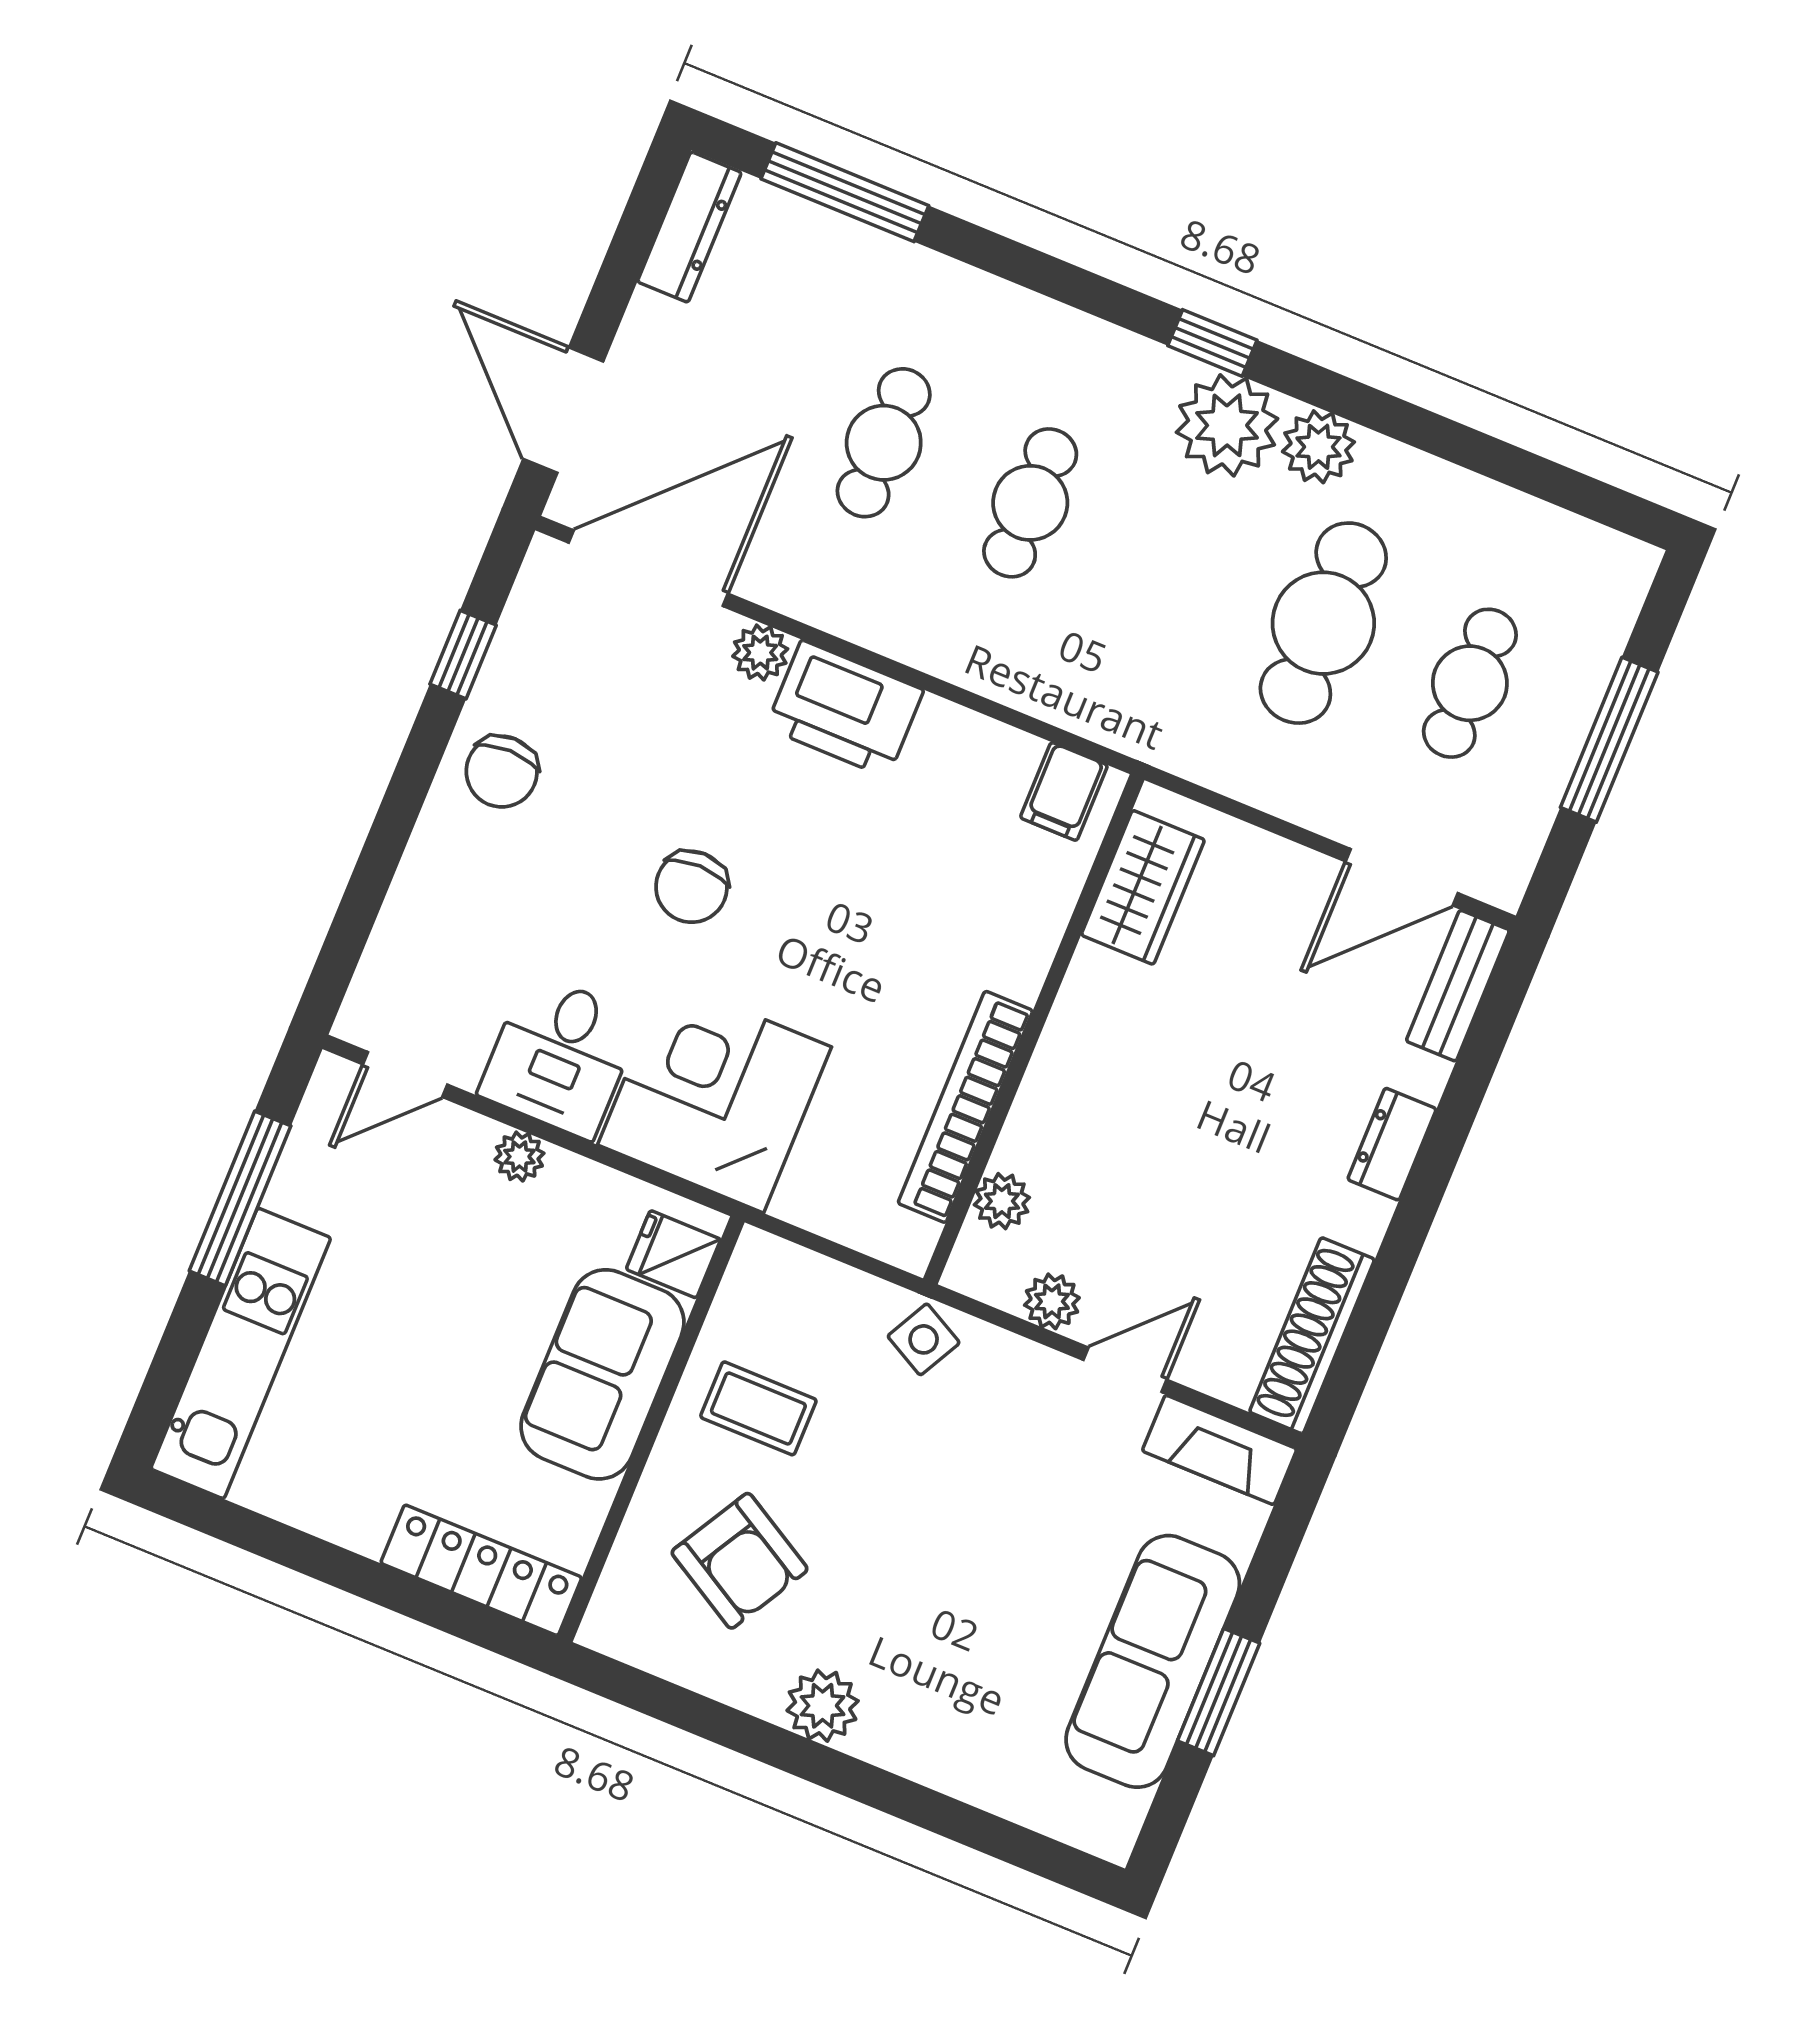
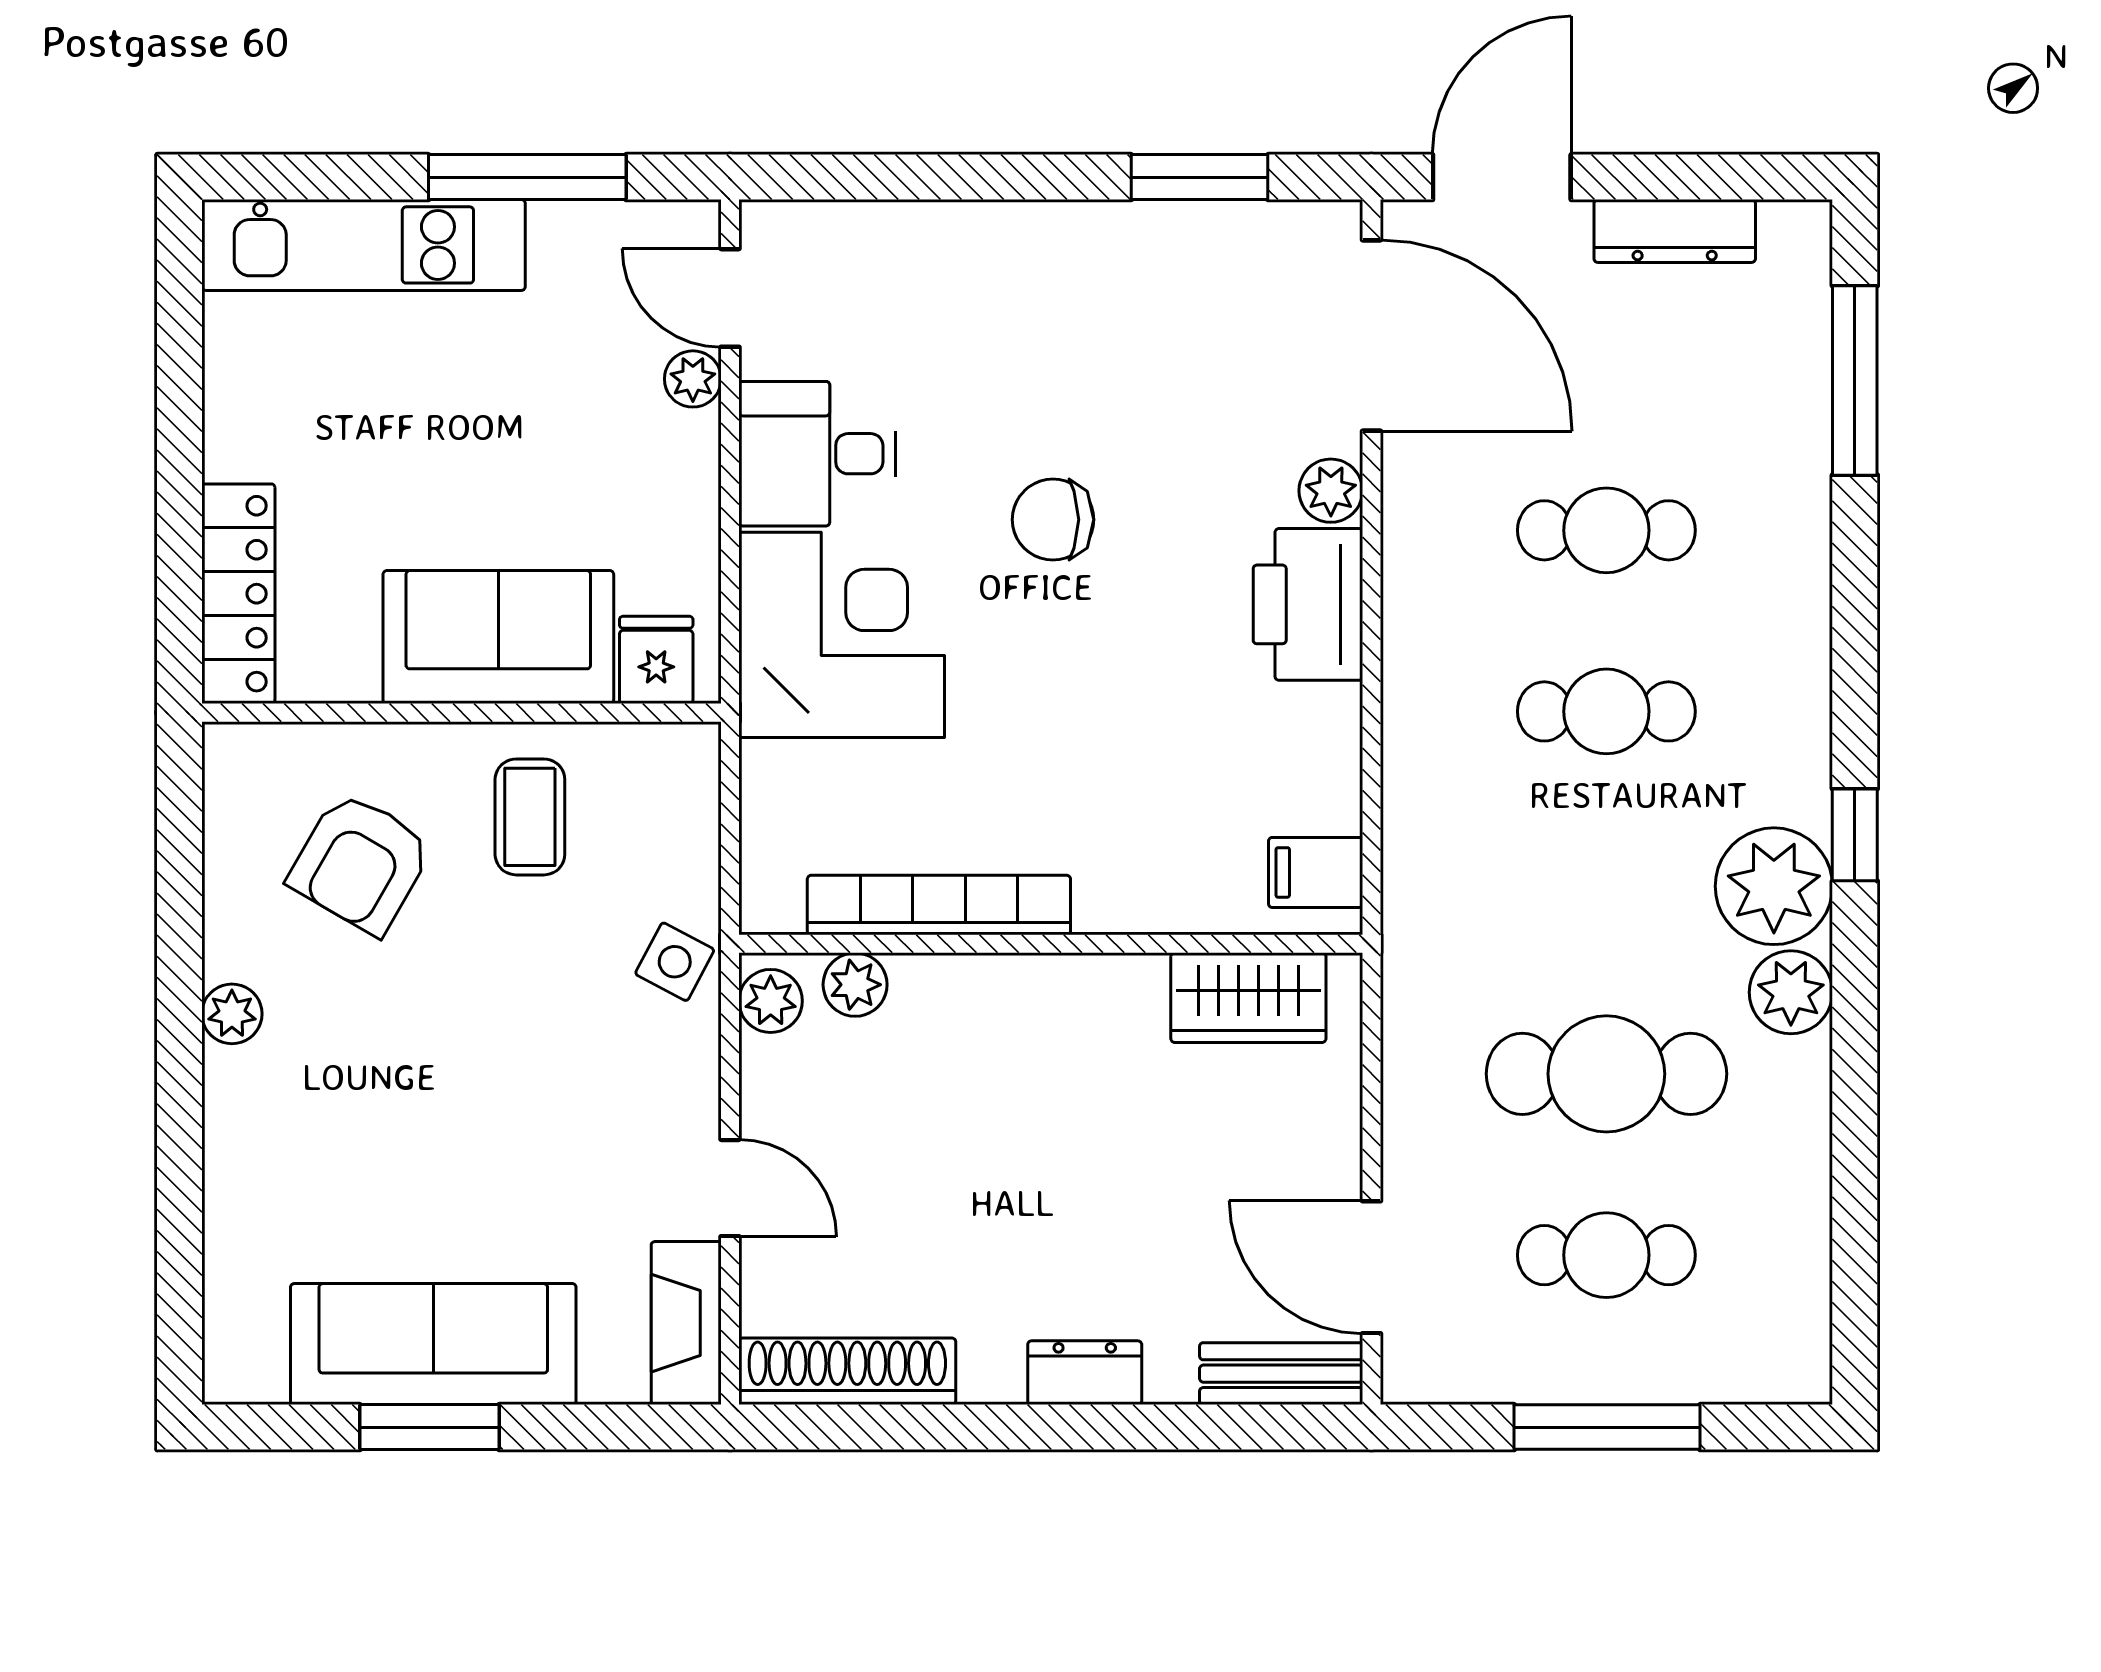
dresser: (689, 227) -> (1675, 231), moved
window: (463, 655) -> (1200, 177), width x1.50
chair: (502, 772) -> (1093, 269), removed
plant: (519, 1157) -> (693, 379), moved
plant: (1052, 1301) -> (771, 1001), moved
plant: (823, 1706) -> (232, 1014), width x0.73, depth x0.73

